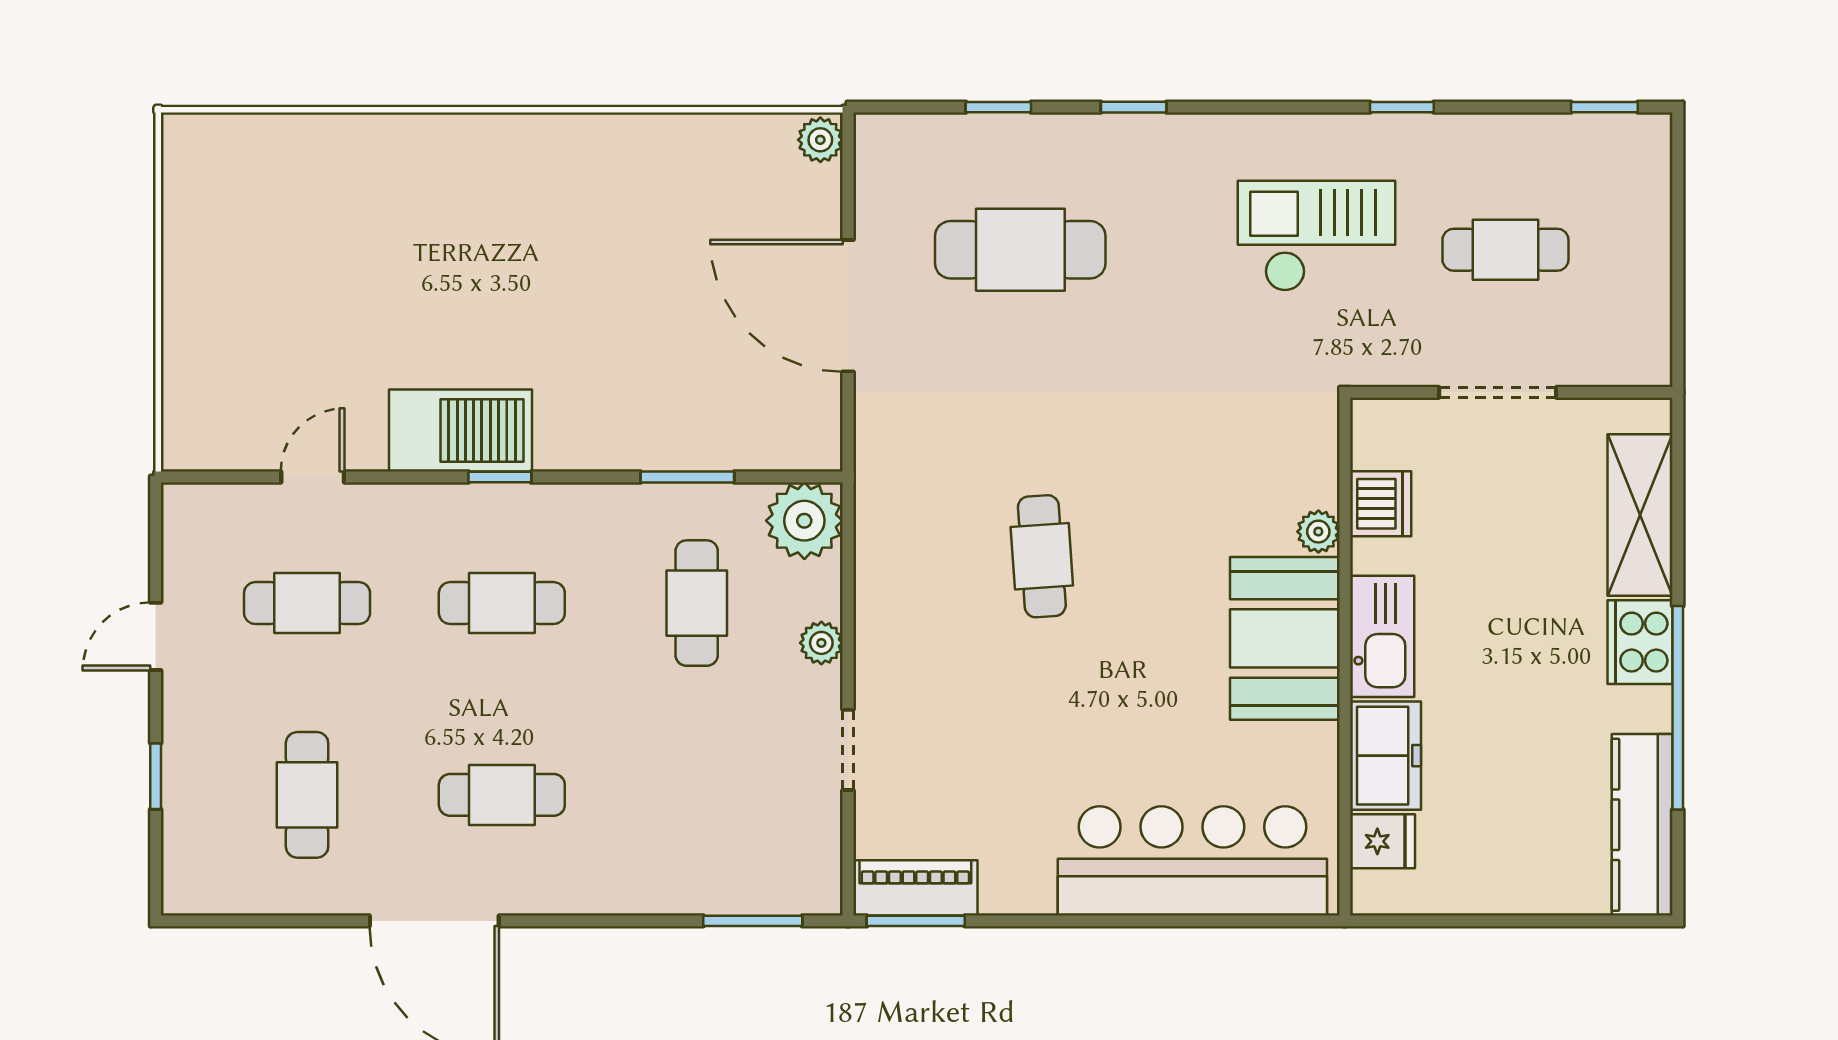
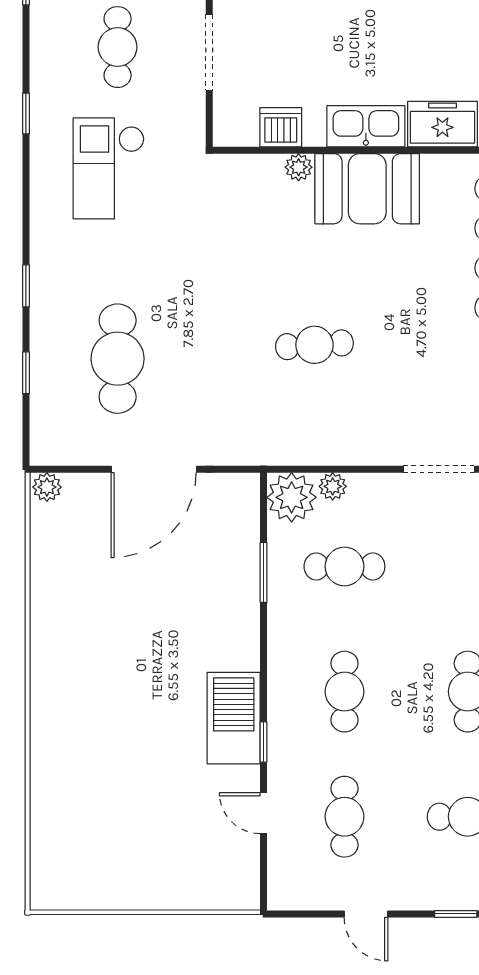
window: (500, 477) -> (264, 742), moved
plant: (821, 643) -> (333, 486), moved
doorway: (848, 750) -> (439, 469), width x1.38

